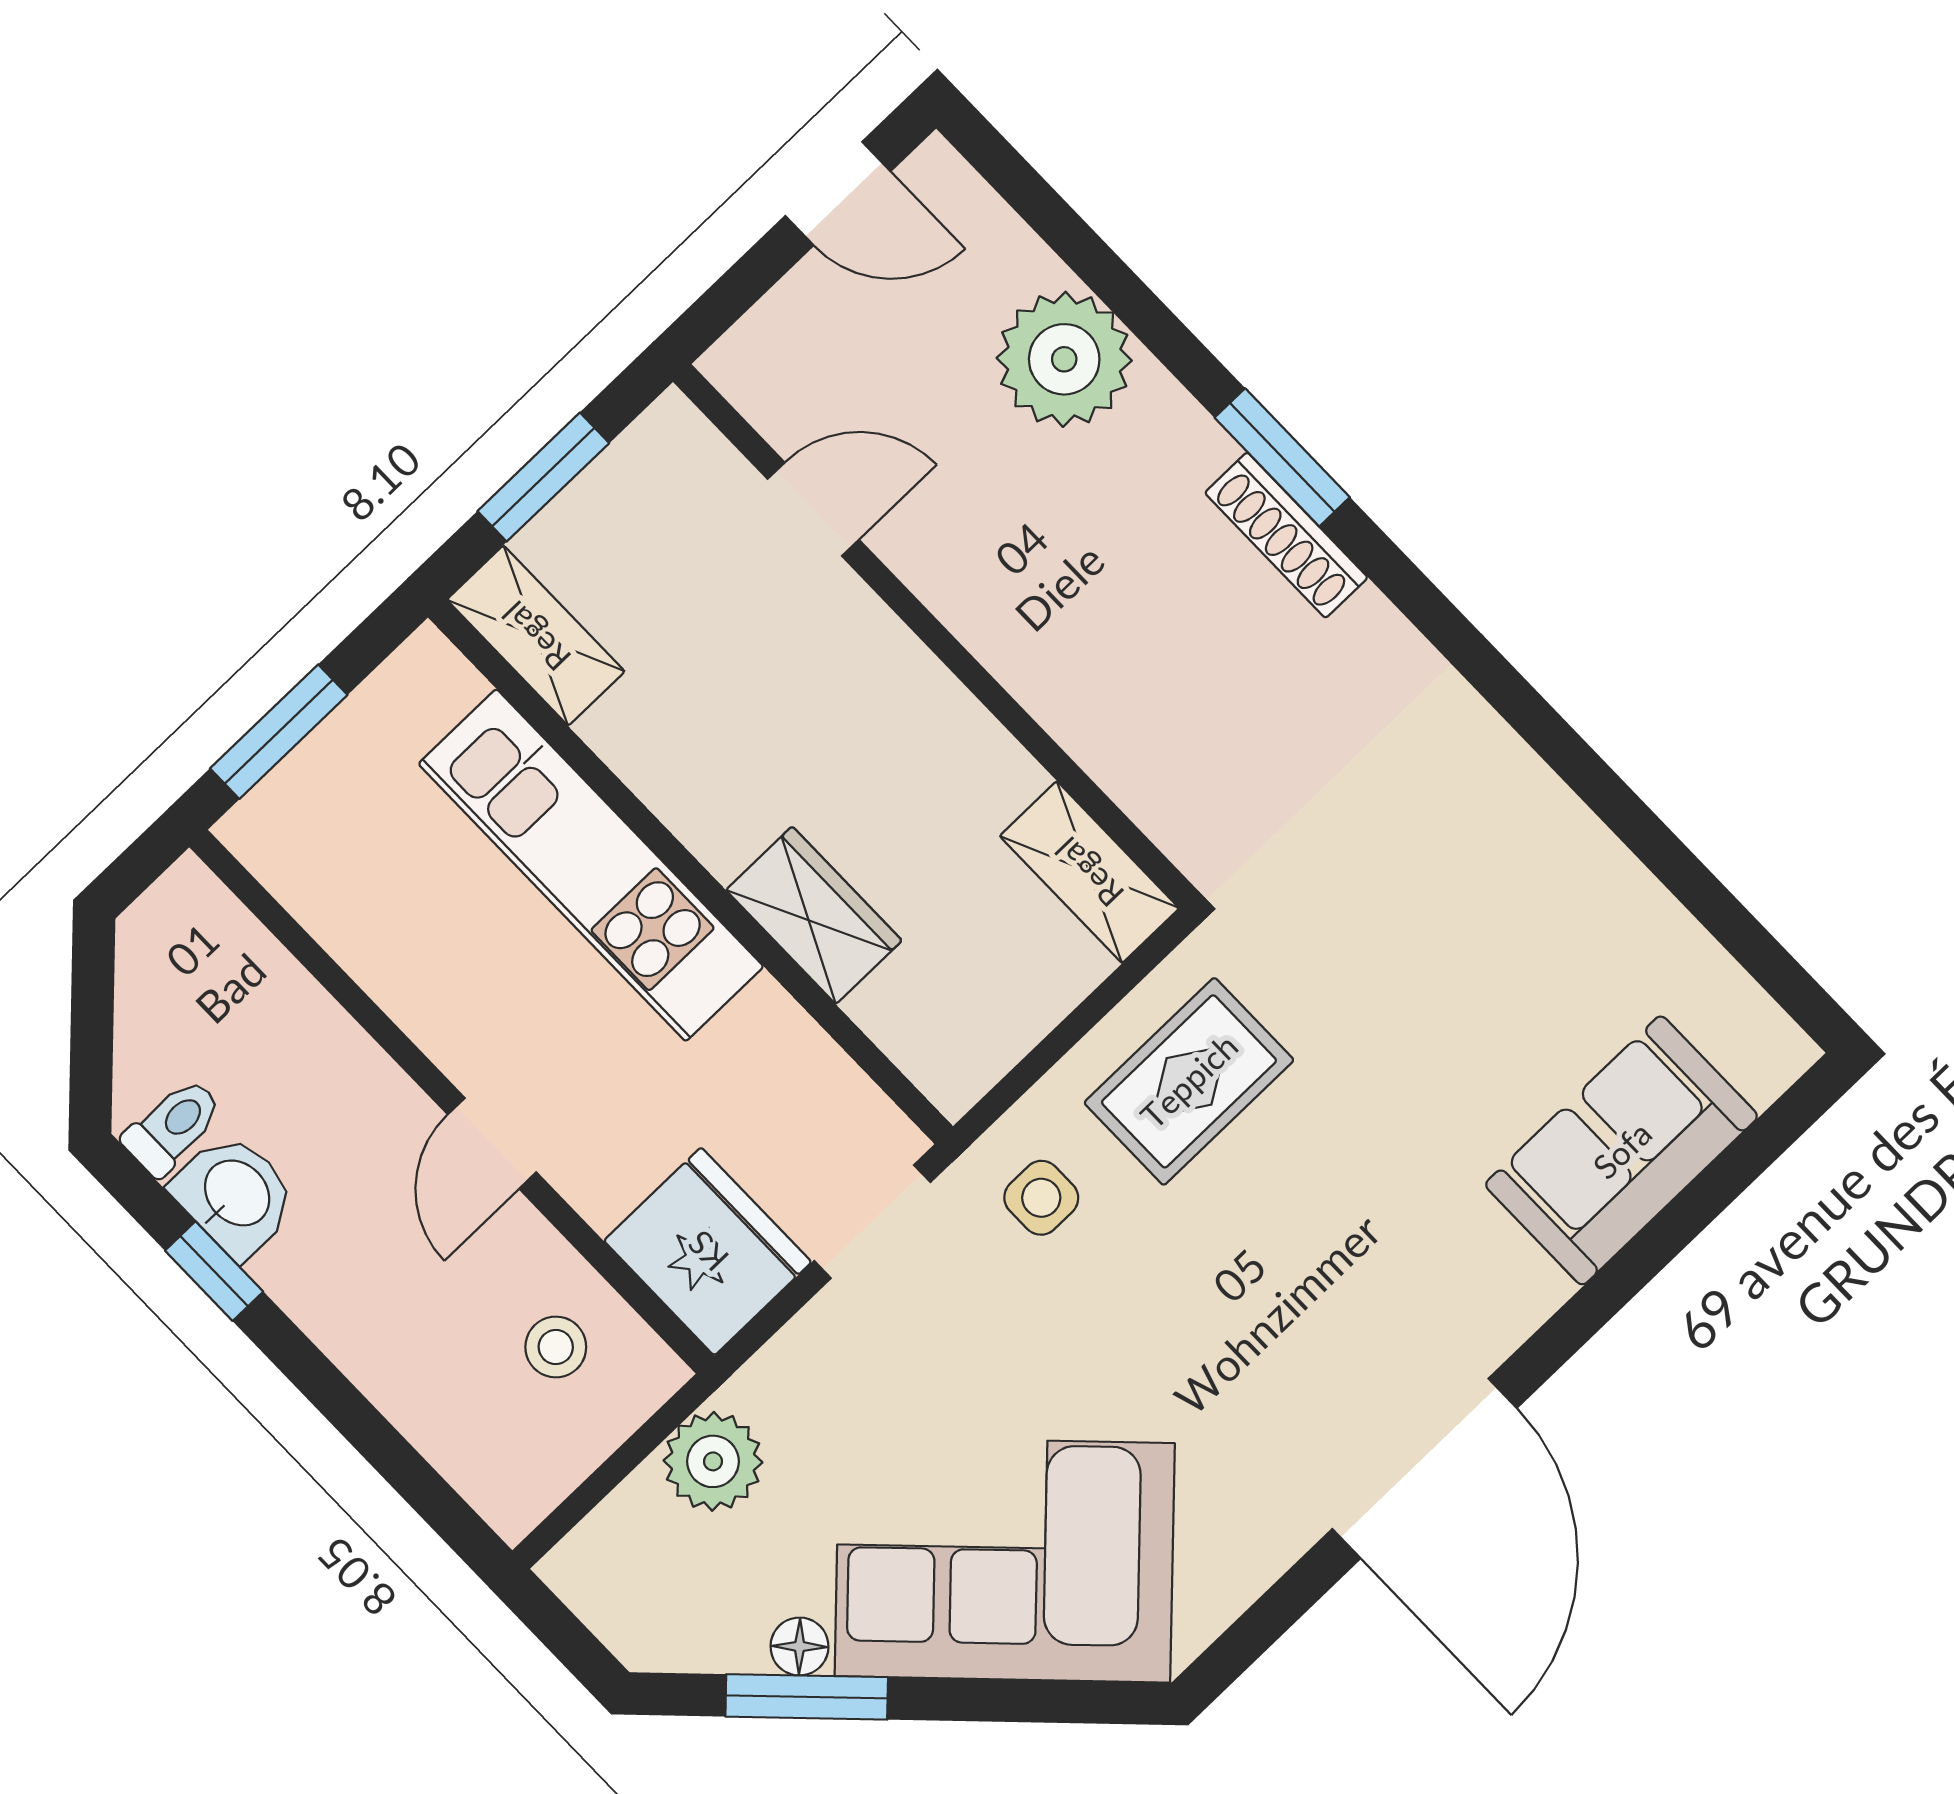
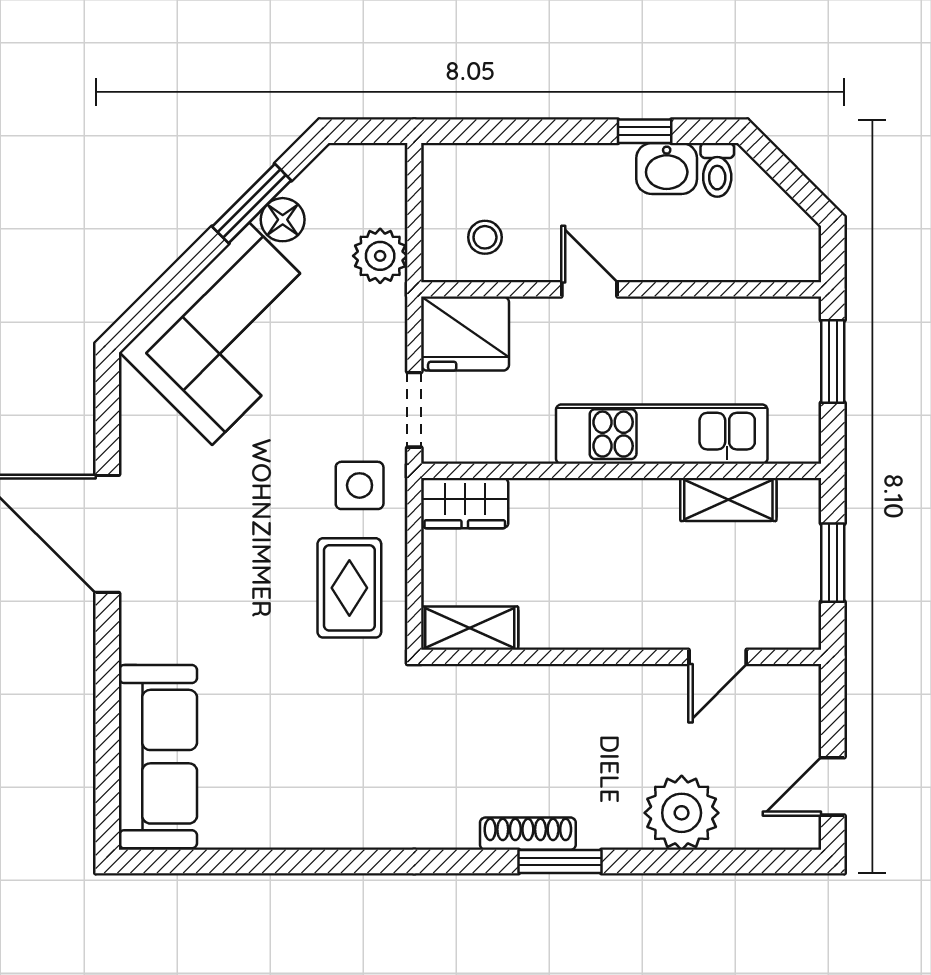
shelving: (536, 636) -> (728, 499), moved
wardrobe: (814, 915) -> (465, 503), moved
sofa: (1622, 1150) -> (158, 757), width x1.36
side table: (1041, 1198) -> (360, 485), width x1.37, depth x1.37
floor lamp: (799, 1646) -> (283, 220), width x1.37, depth x1.37

